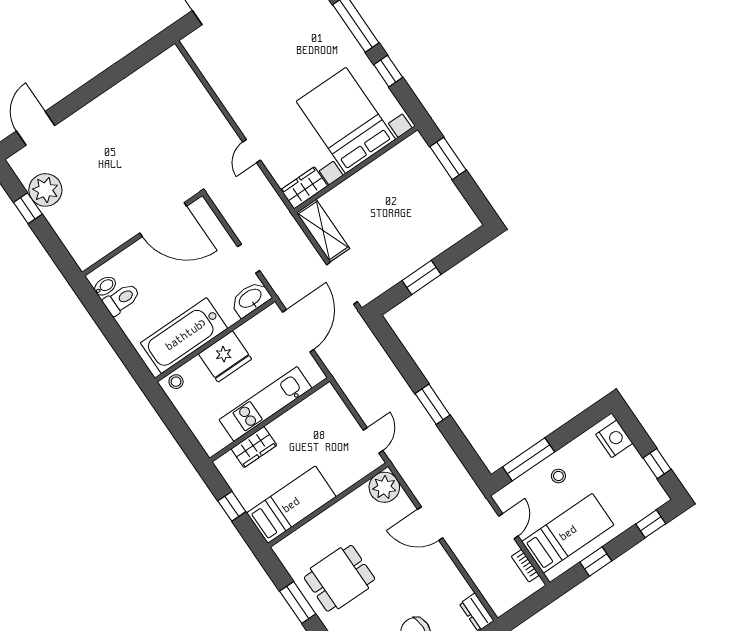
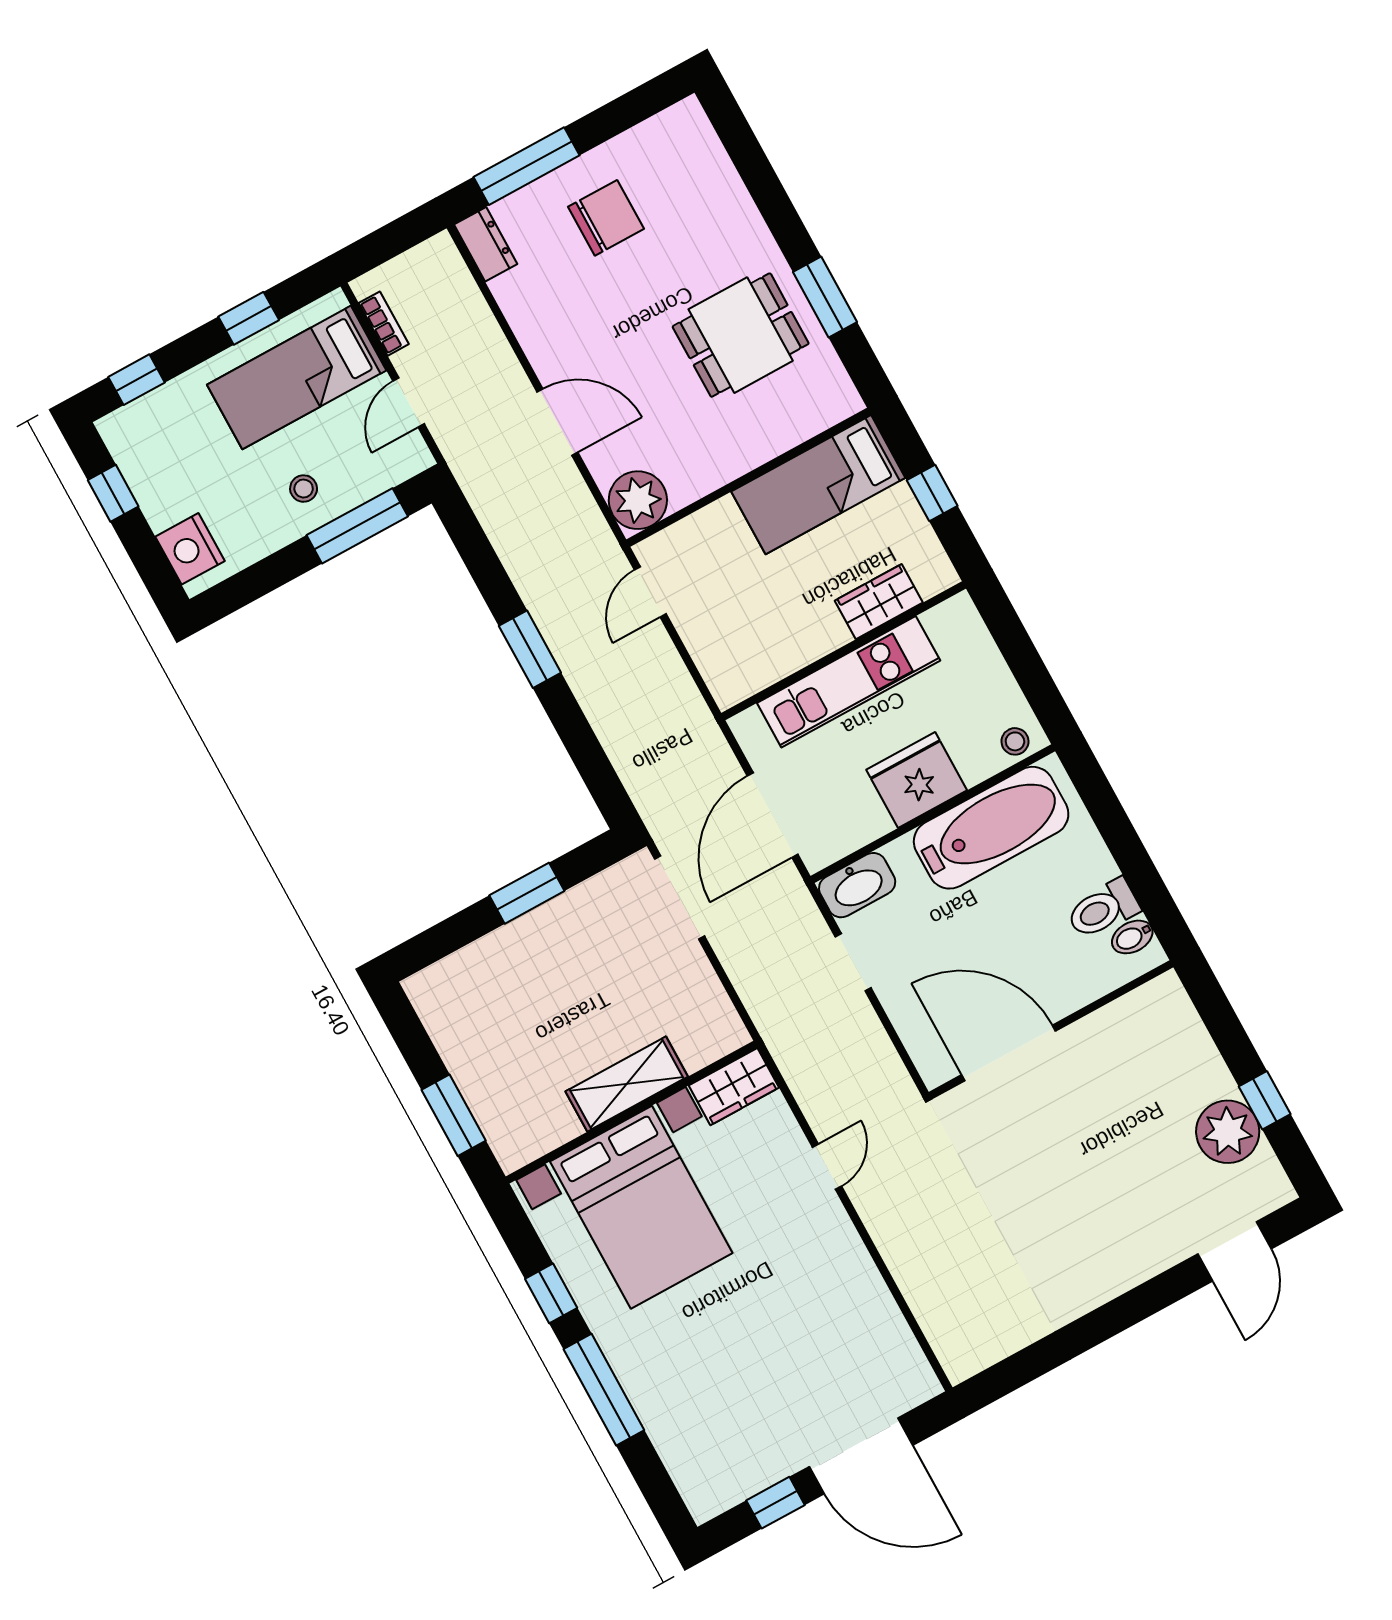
shelving: (323, 231) -> (627, 1084), moved, turned 90

